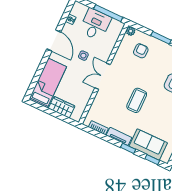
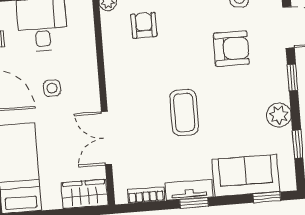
double door: (103, 76) -> (106, 138), moved
wardrobe: (62, 107) -> (84, 194), moved
window: (128, 148) -> (194, 203), moved

